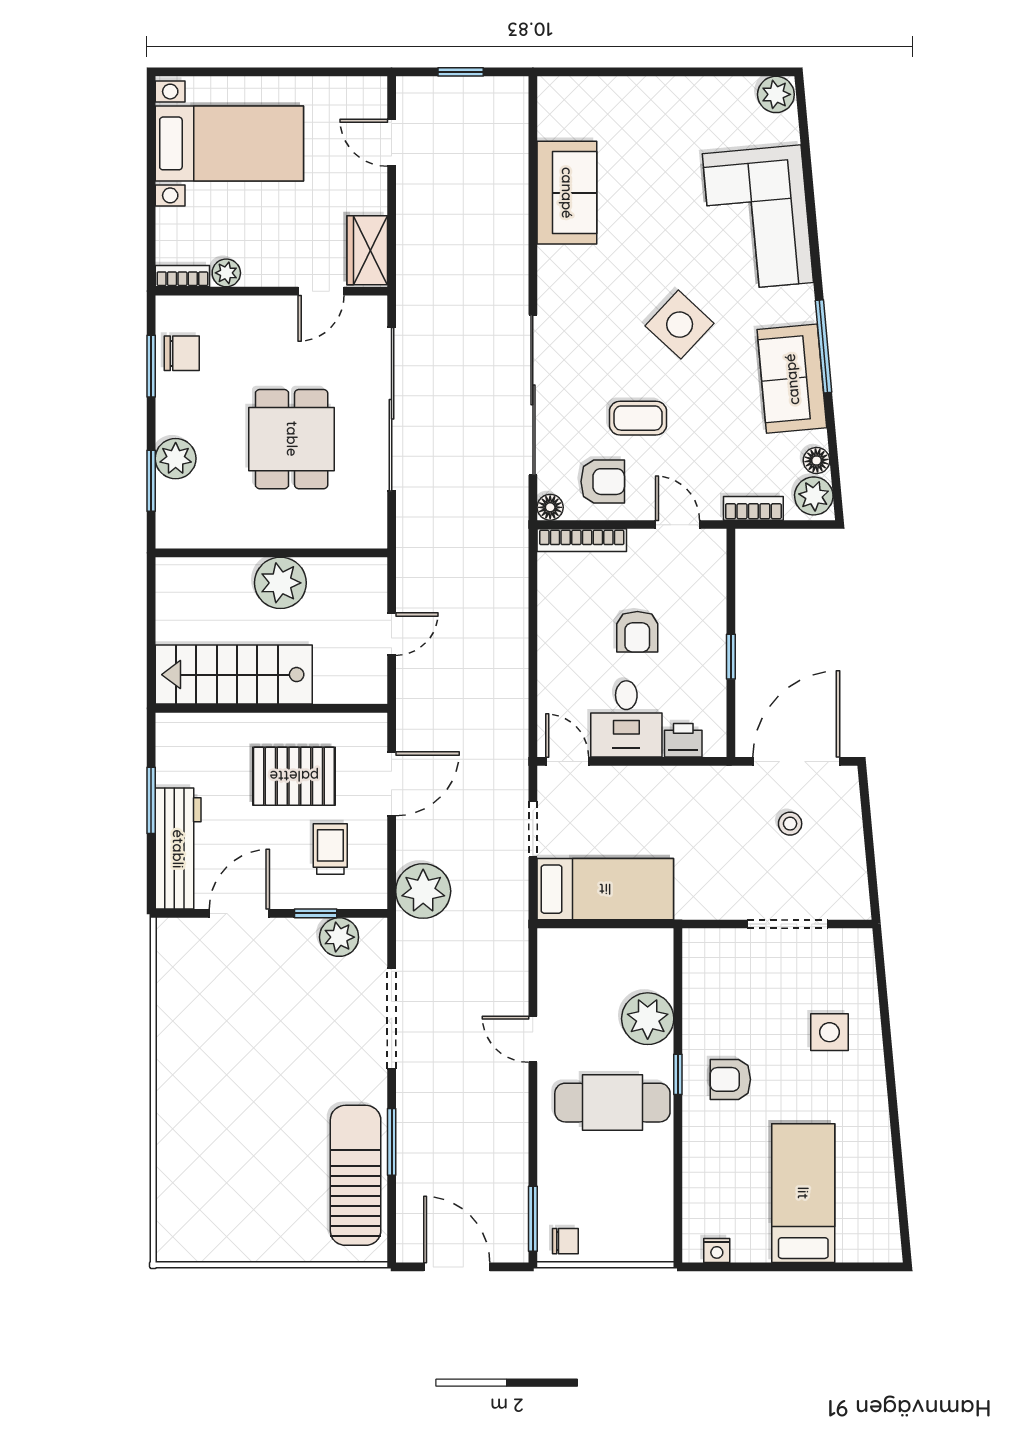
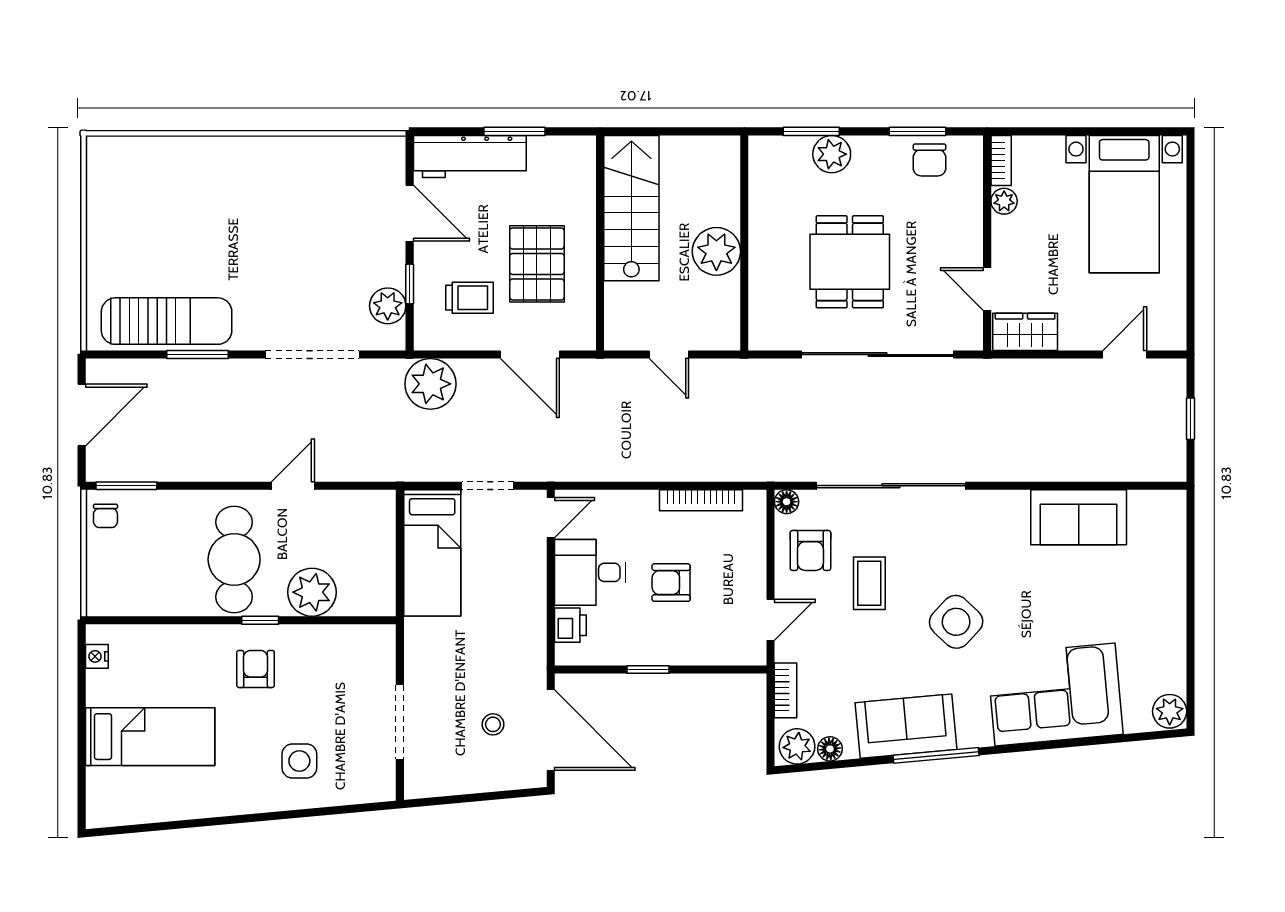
dining table: (292, 439) -> (850, 262), turned 90
bookcase: (582, 540) -> (701, 500), moved, turned -90

